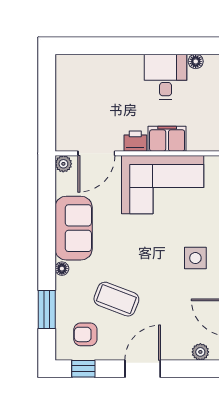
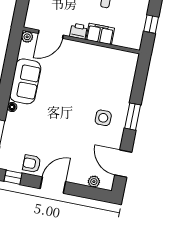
corner sofa: (163, 185) -> (91, 64), removed
coffee table: (116, 299) -> (45, 135), removed
armchair: (85, 334) -> (32, 164), moved

